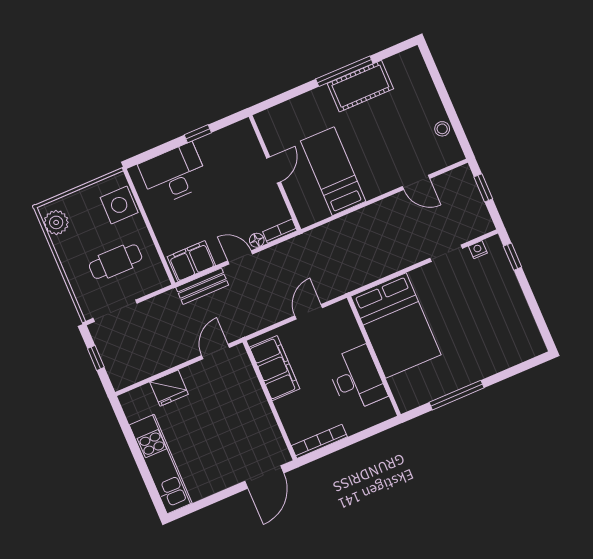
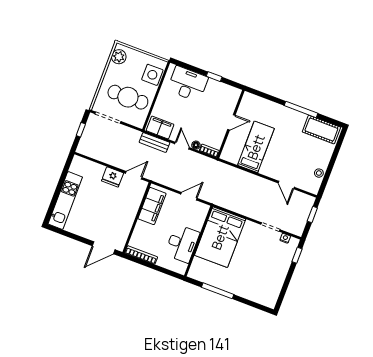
cot: (360, 86) -> (321, 130), moved
cafe table: (116, 262) -> (128, 97), width x1.37, depth x1.35
fridge: (169, 388) -> (113, 177), moved

